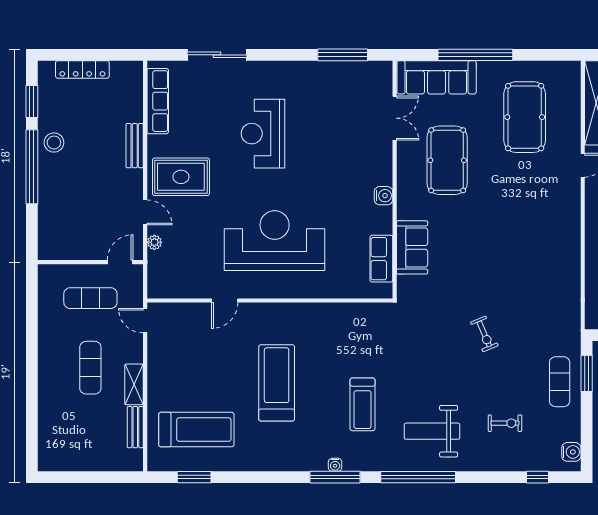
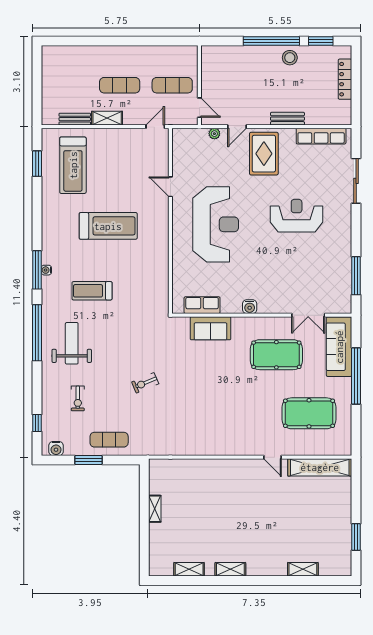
exercise mat: (90, 298) -> (172, 85), turned 90
window: (587, 373) -> (88, 460), moved

